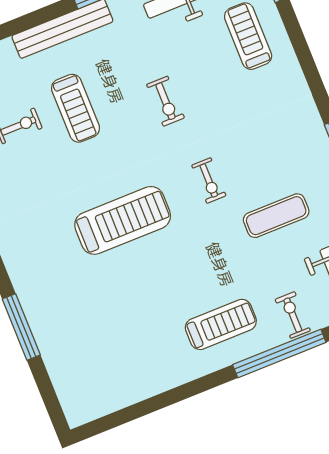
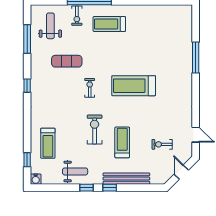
exercise bike: (165, 101) -> (95, 130), width x1.38, depth x1.39
treadmill: (75, 108) -> (122, 142), moved

